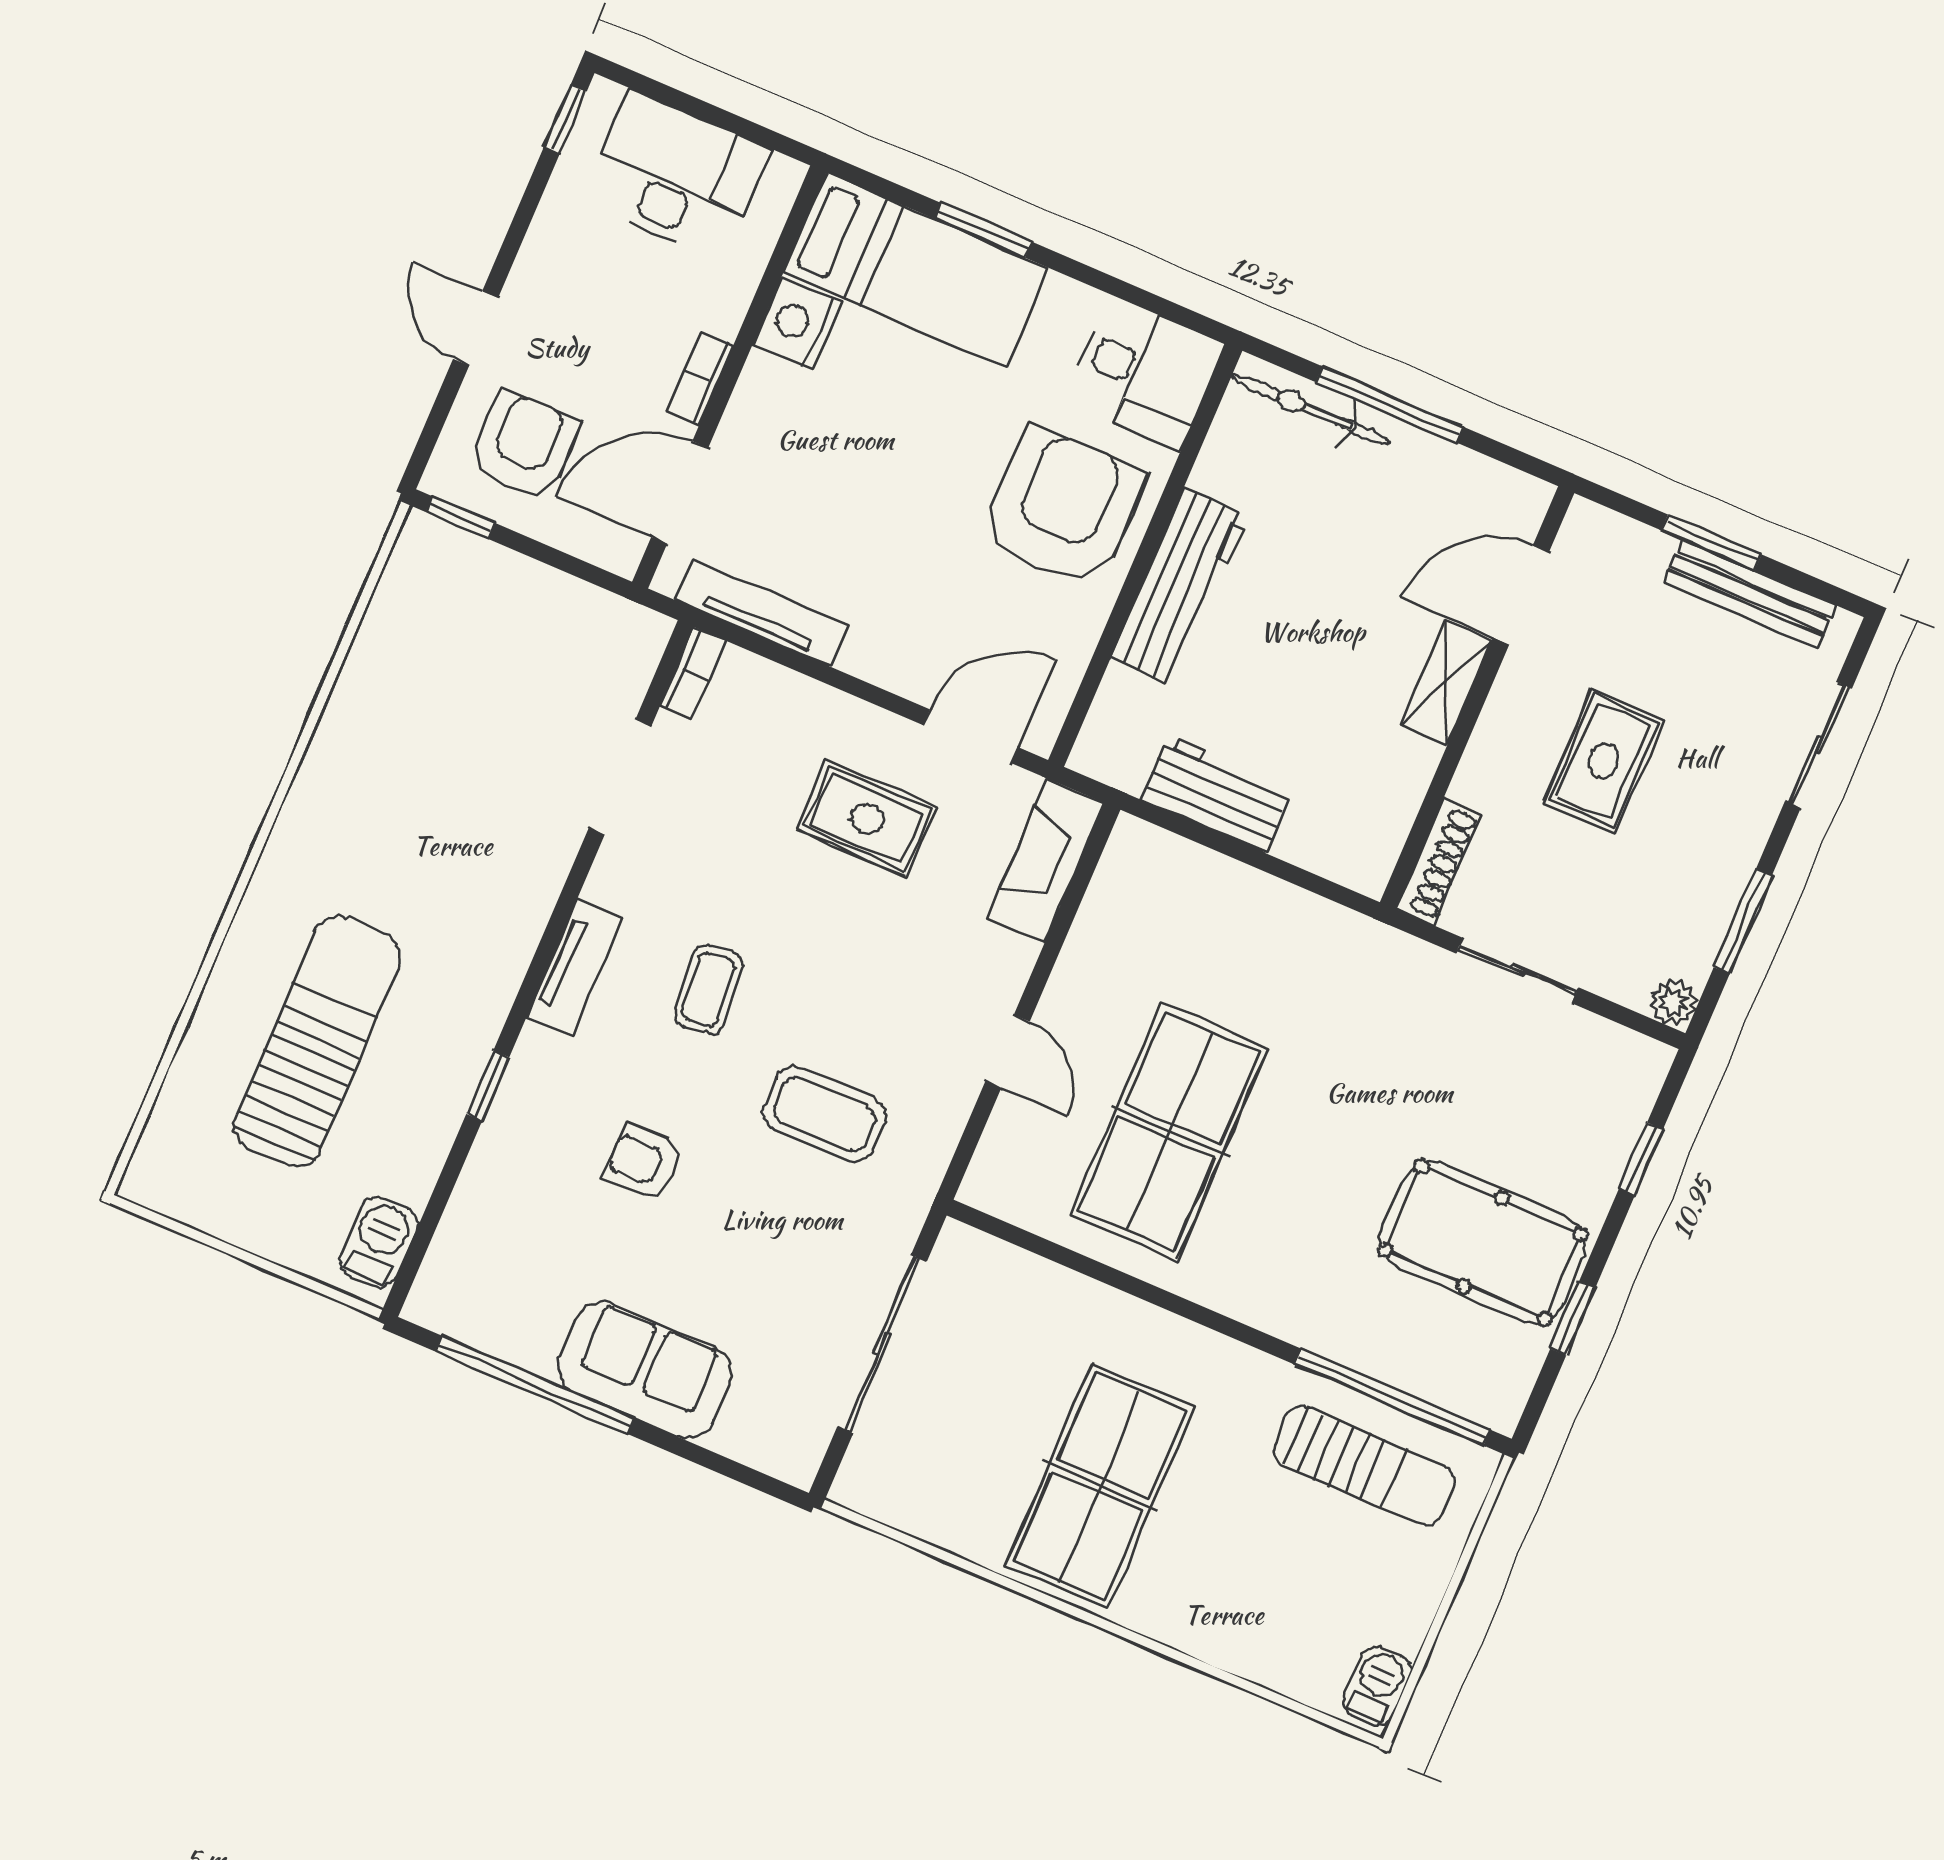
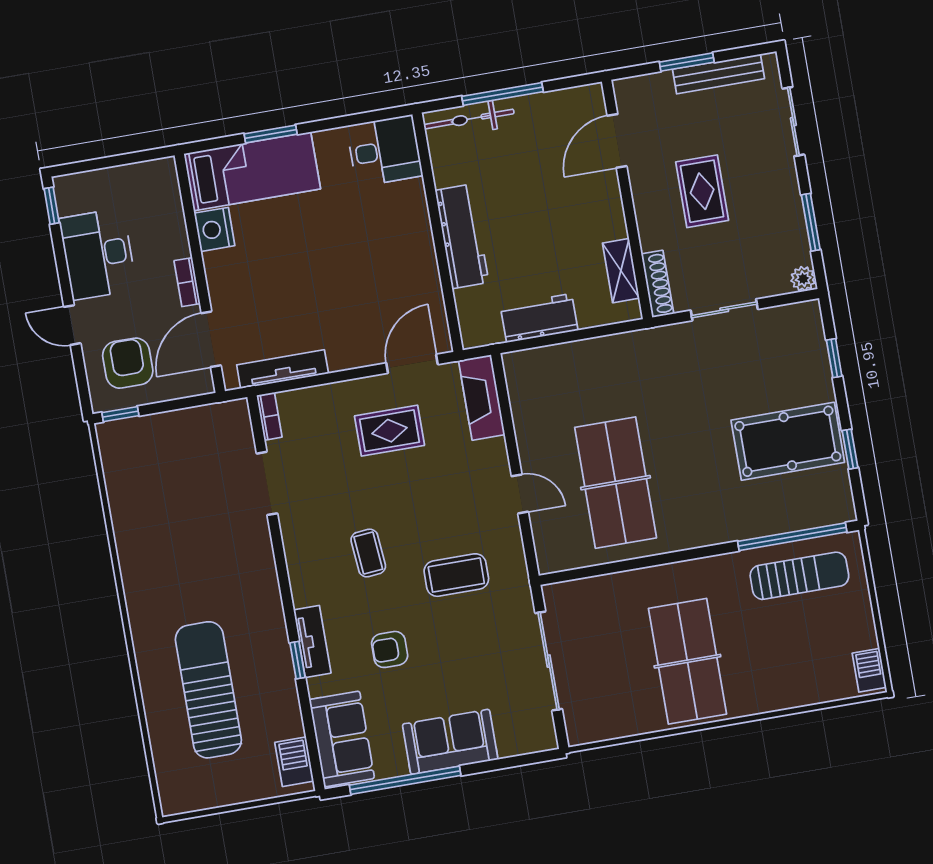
desk: (676, 175) -> (98, 254), moved, turned -90
armchair: (1063, 507) -> (387, 235), removed
shelving: (1446, 682) -> (621, 271), moved
tv unit: (575, 967) -> (312, 641), moved
sofa: (477, 1255) -> (342, 739), added

